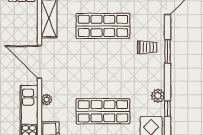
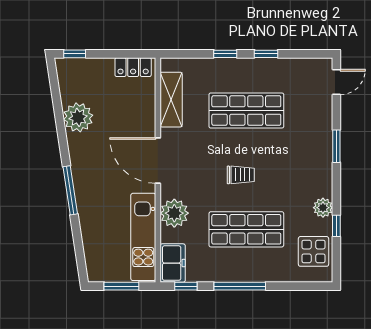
trolley: (147, 47) -> (241, 175), moved
plant: (46, 100) -> (174, 213), width x1.87, depth x1.87

